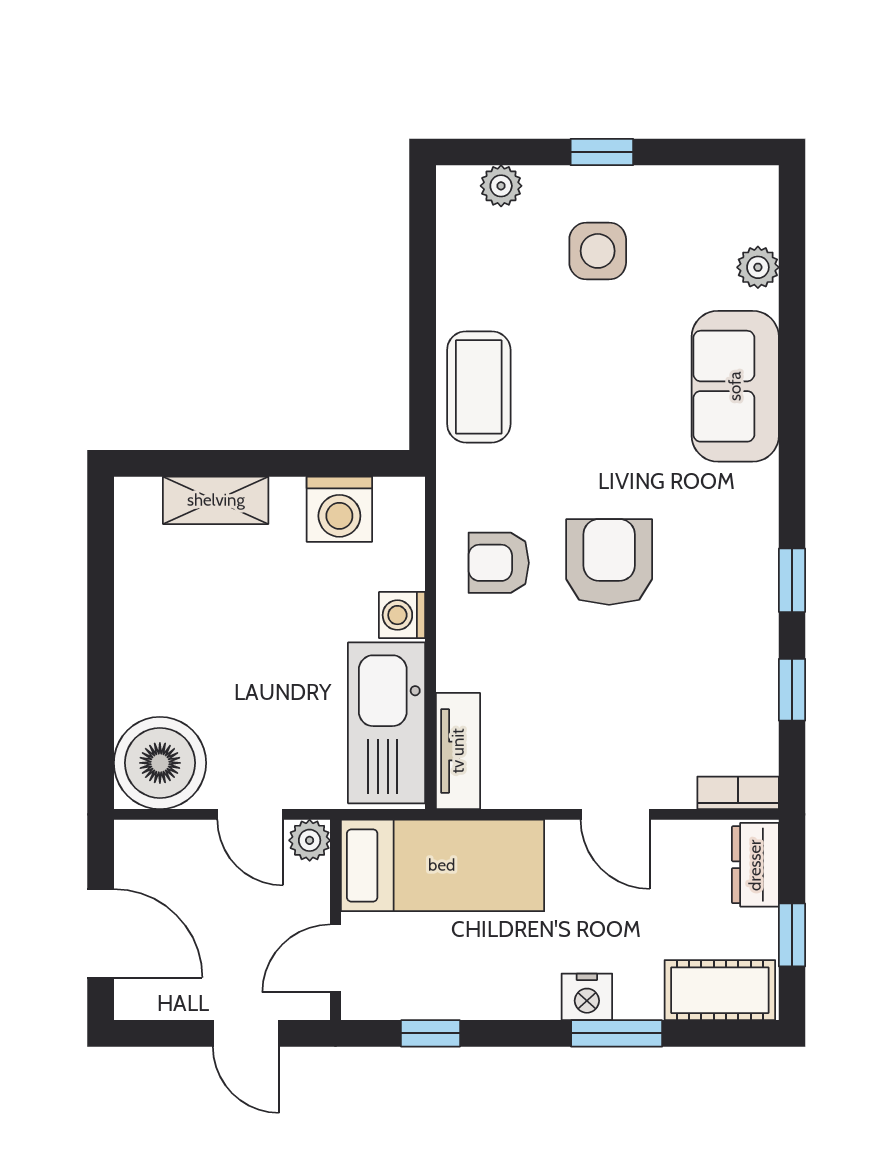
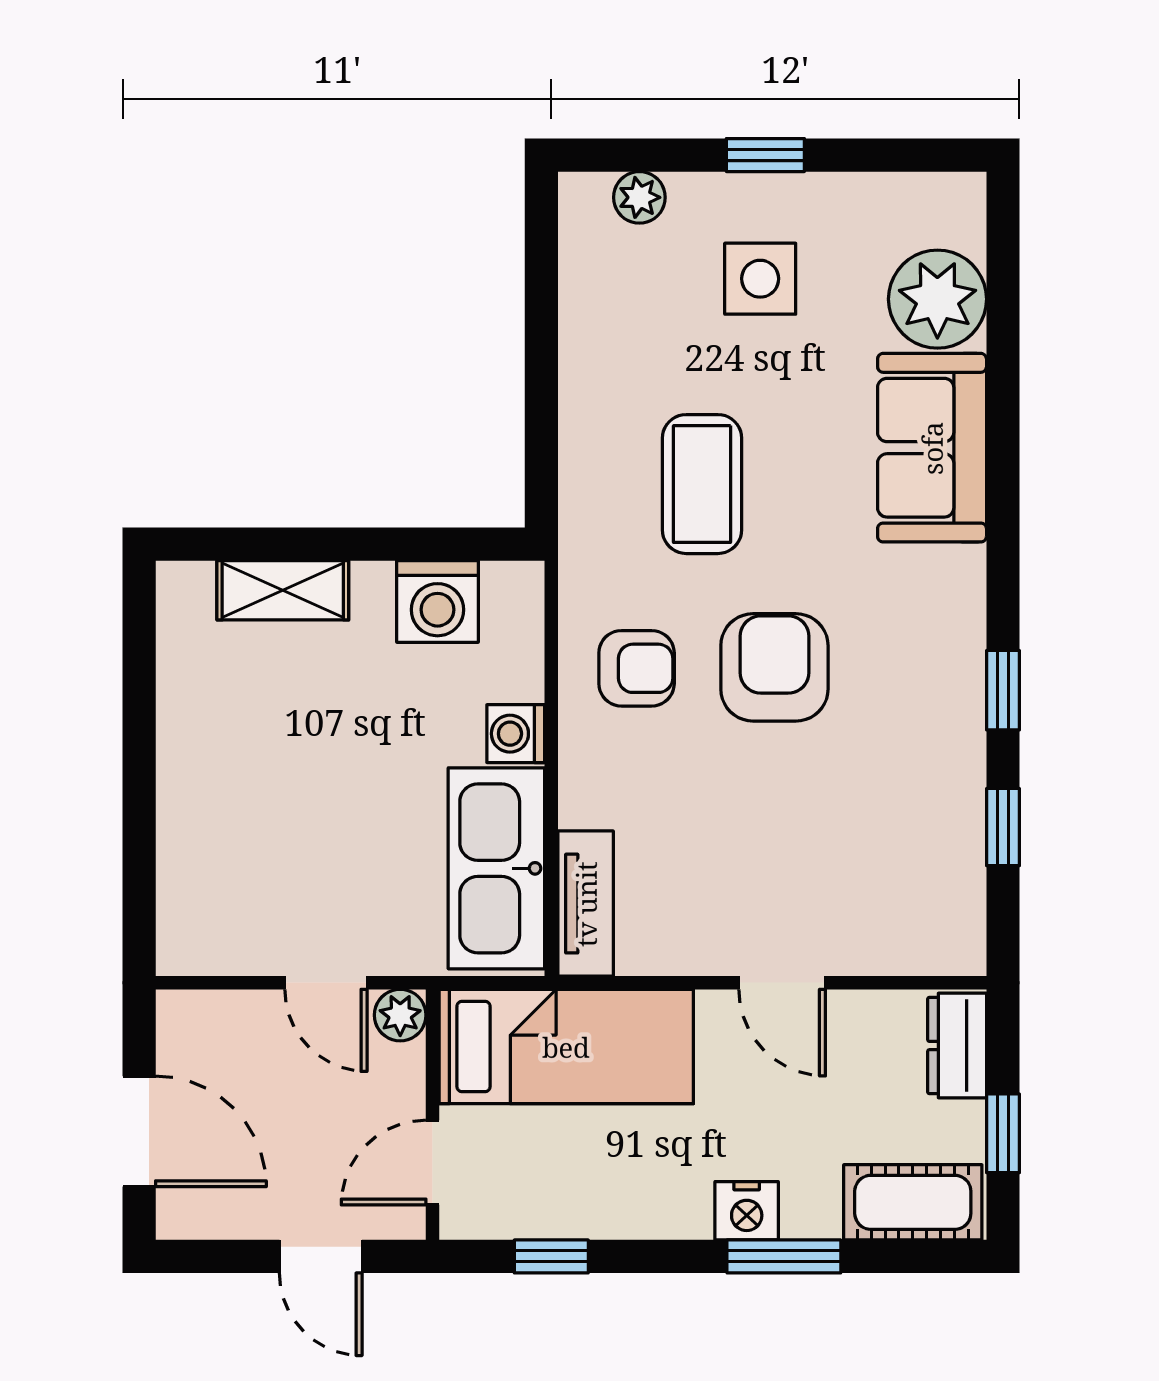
plant: (758, 267) -> (937, 299), width x1.88, depth x1.88
coffee table: (479, 387) -> (702, 484), moved
armchair: (499, 563) -> (637, 668), turned 180
boiler: (160, 763) -> (213, 918), removed
bookcase: (738, 793) -> (936, 956), removed

